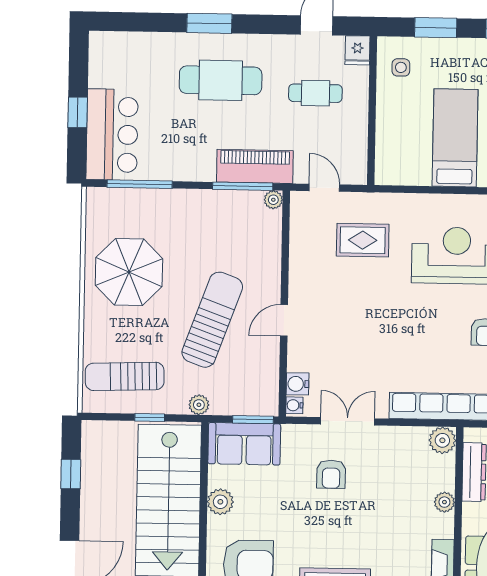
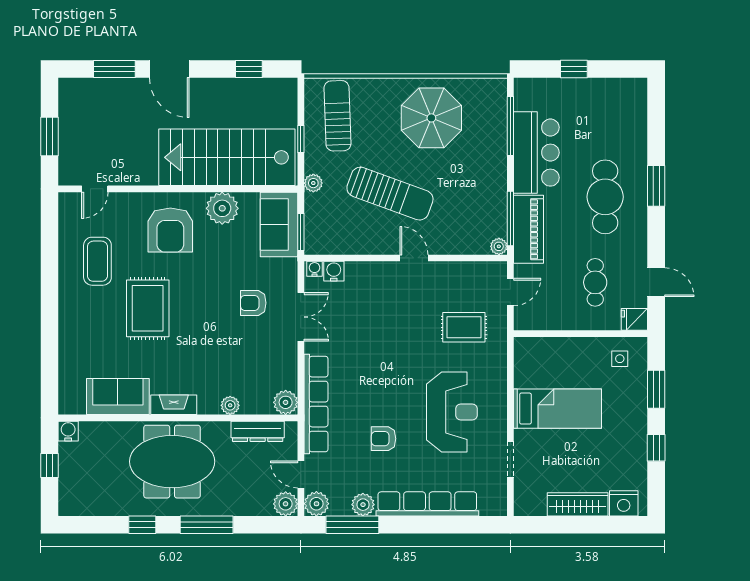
bar counter: (112, 135) -> (536, 153), moved, turned -90
rug: (363, 240) -> (464, 327), turned 90
door: (284, 320) -> (414, 258), moved
plant: (220, 502) -> (222, 208), width x1.36, depth x1.36

